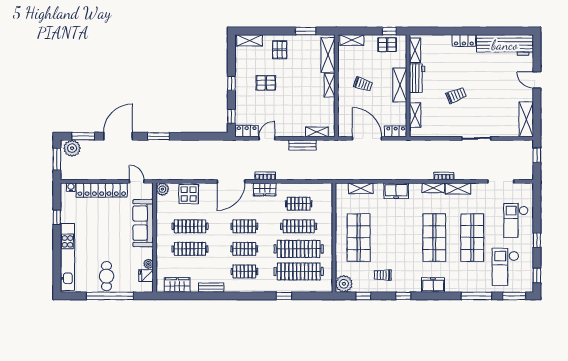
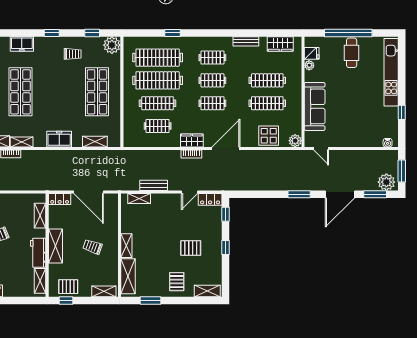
locker: (102, 190) -> (356, 140), removed

